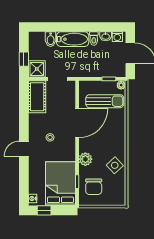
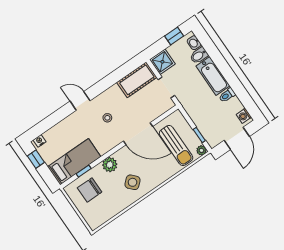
washbasin: (106, 36) -> (194, 43), moved
window: (24, 59) -> (174, 36), moved
side table: (115, 165) -> (133, 182), moved
bed: (60, 184) -> (74, 162), width x0.67

